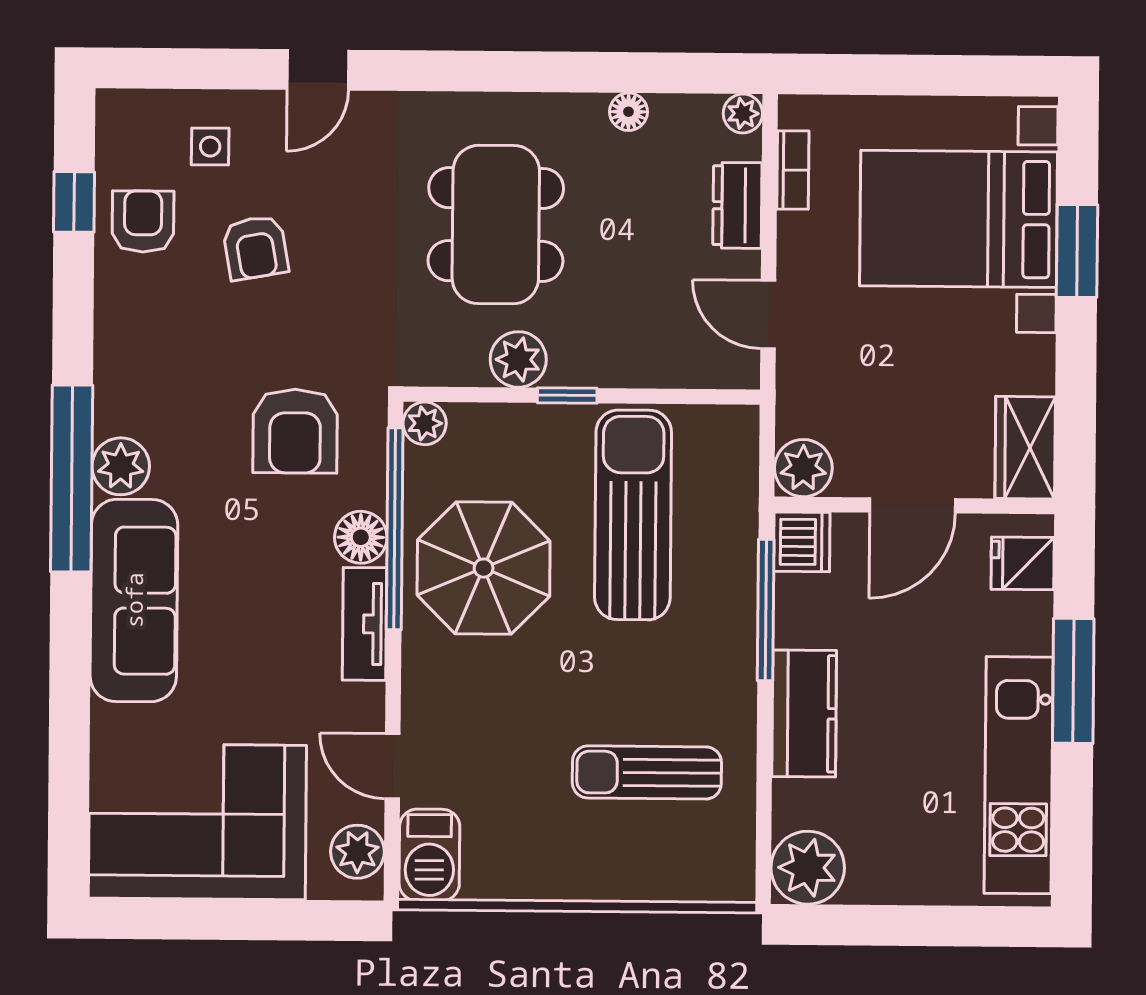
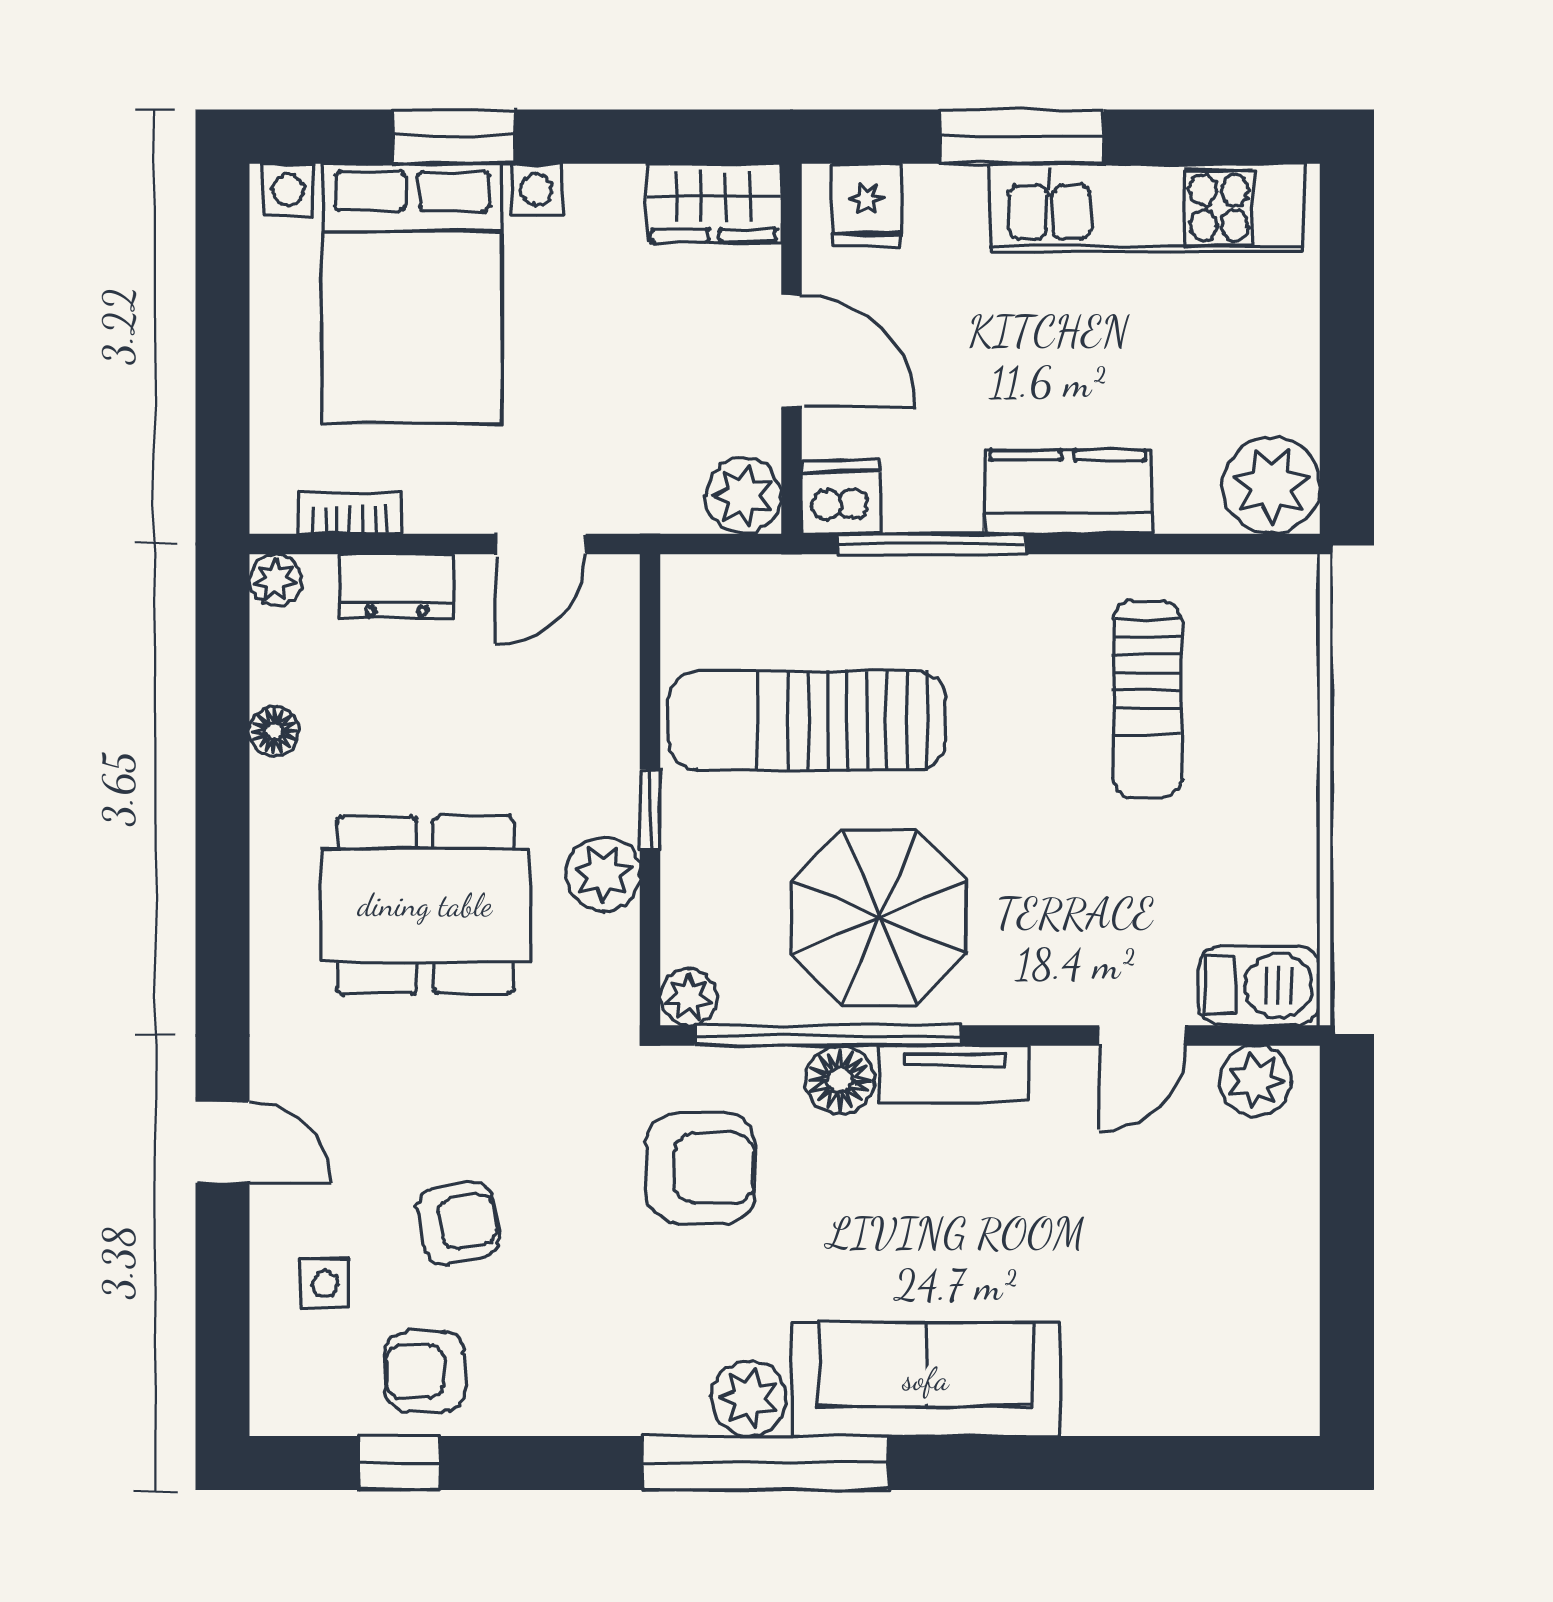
corner sofa: (197, 822) -> (1218, 1293), removed

